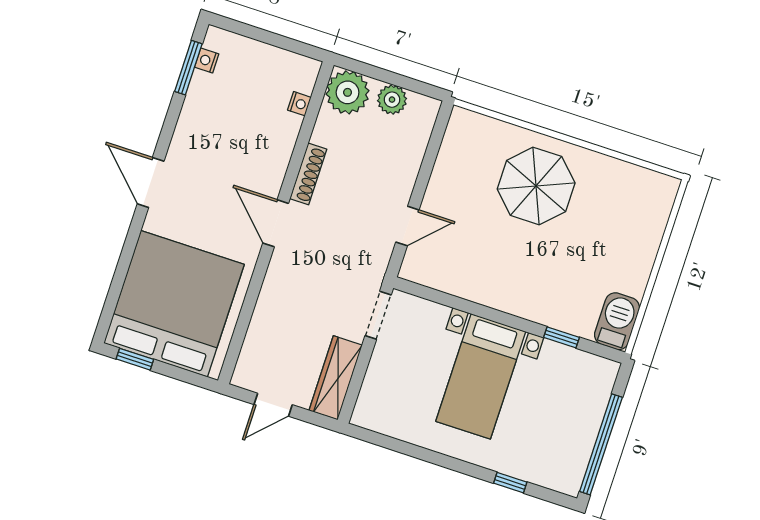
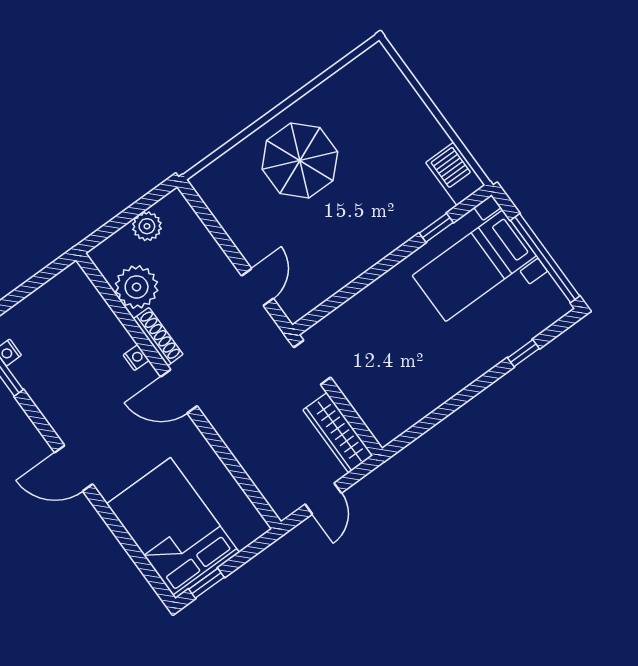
plant: (348, 92) -> (137, 287), moved
nightstand: (299, 104) -> (136, 358), moved
bed: (174, 304) -> (173, 528), width x0.73
bed with nightstands: (481, 376) -> (474, 266), moved, turned 90

